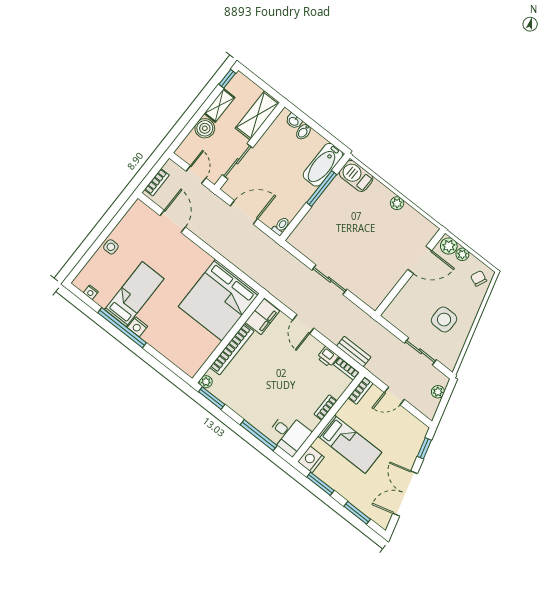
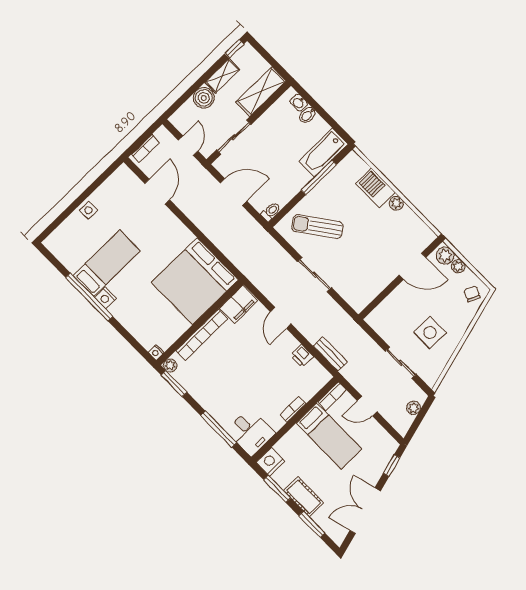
barbecue: (356, 176) -> (376, 188), moved
sun lounger: (326, 234) -> (317, 227), added
nightstand: (91, 292) -> (156, 352), moved
bookcase: (347, 369) -> (320, 371), removed
bed: (350, 444) -> (329, 436), moved
cot: (346, 488) -> (304, 497), added

